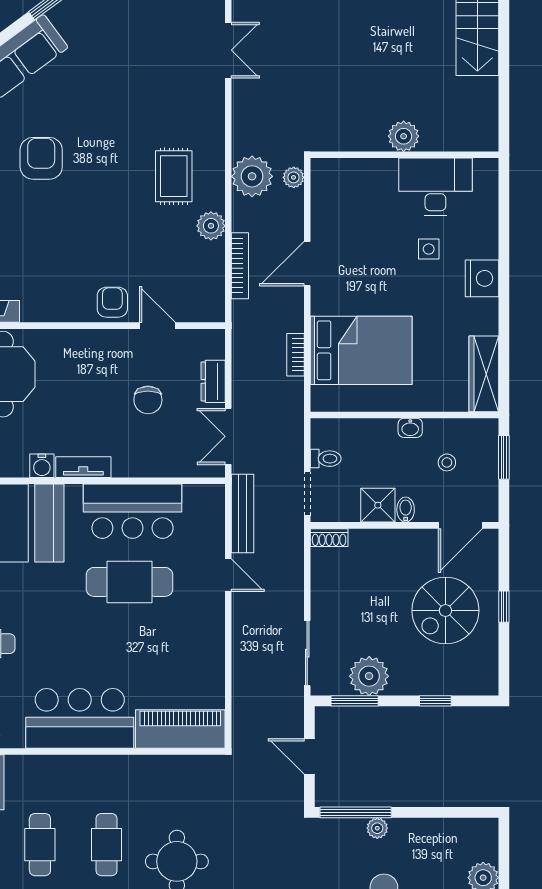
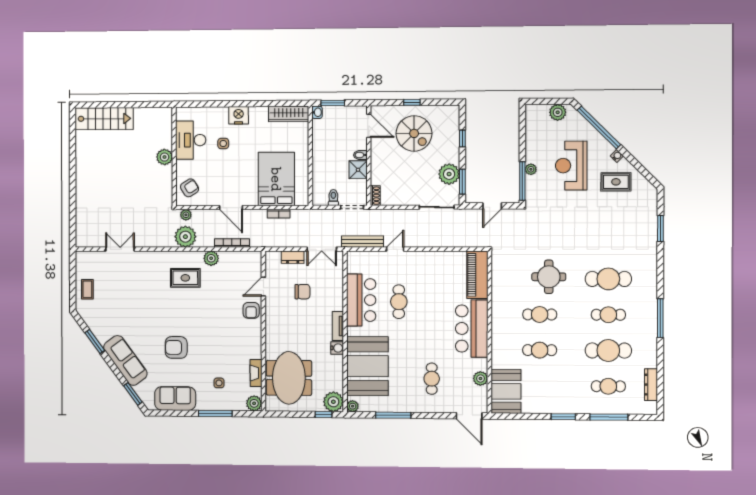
armchair: (345, 184) -> (190, 188), added
armchair: (112, 302) -> (251, 310), turned -90
washbasin: (410, 428) -> (317, 112), moved
stool: (447, 462) -> (335, 133), removed
cafe table: (130, 582) -> (399, 302), width x0.73, depth x0.74

